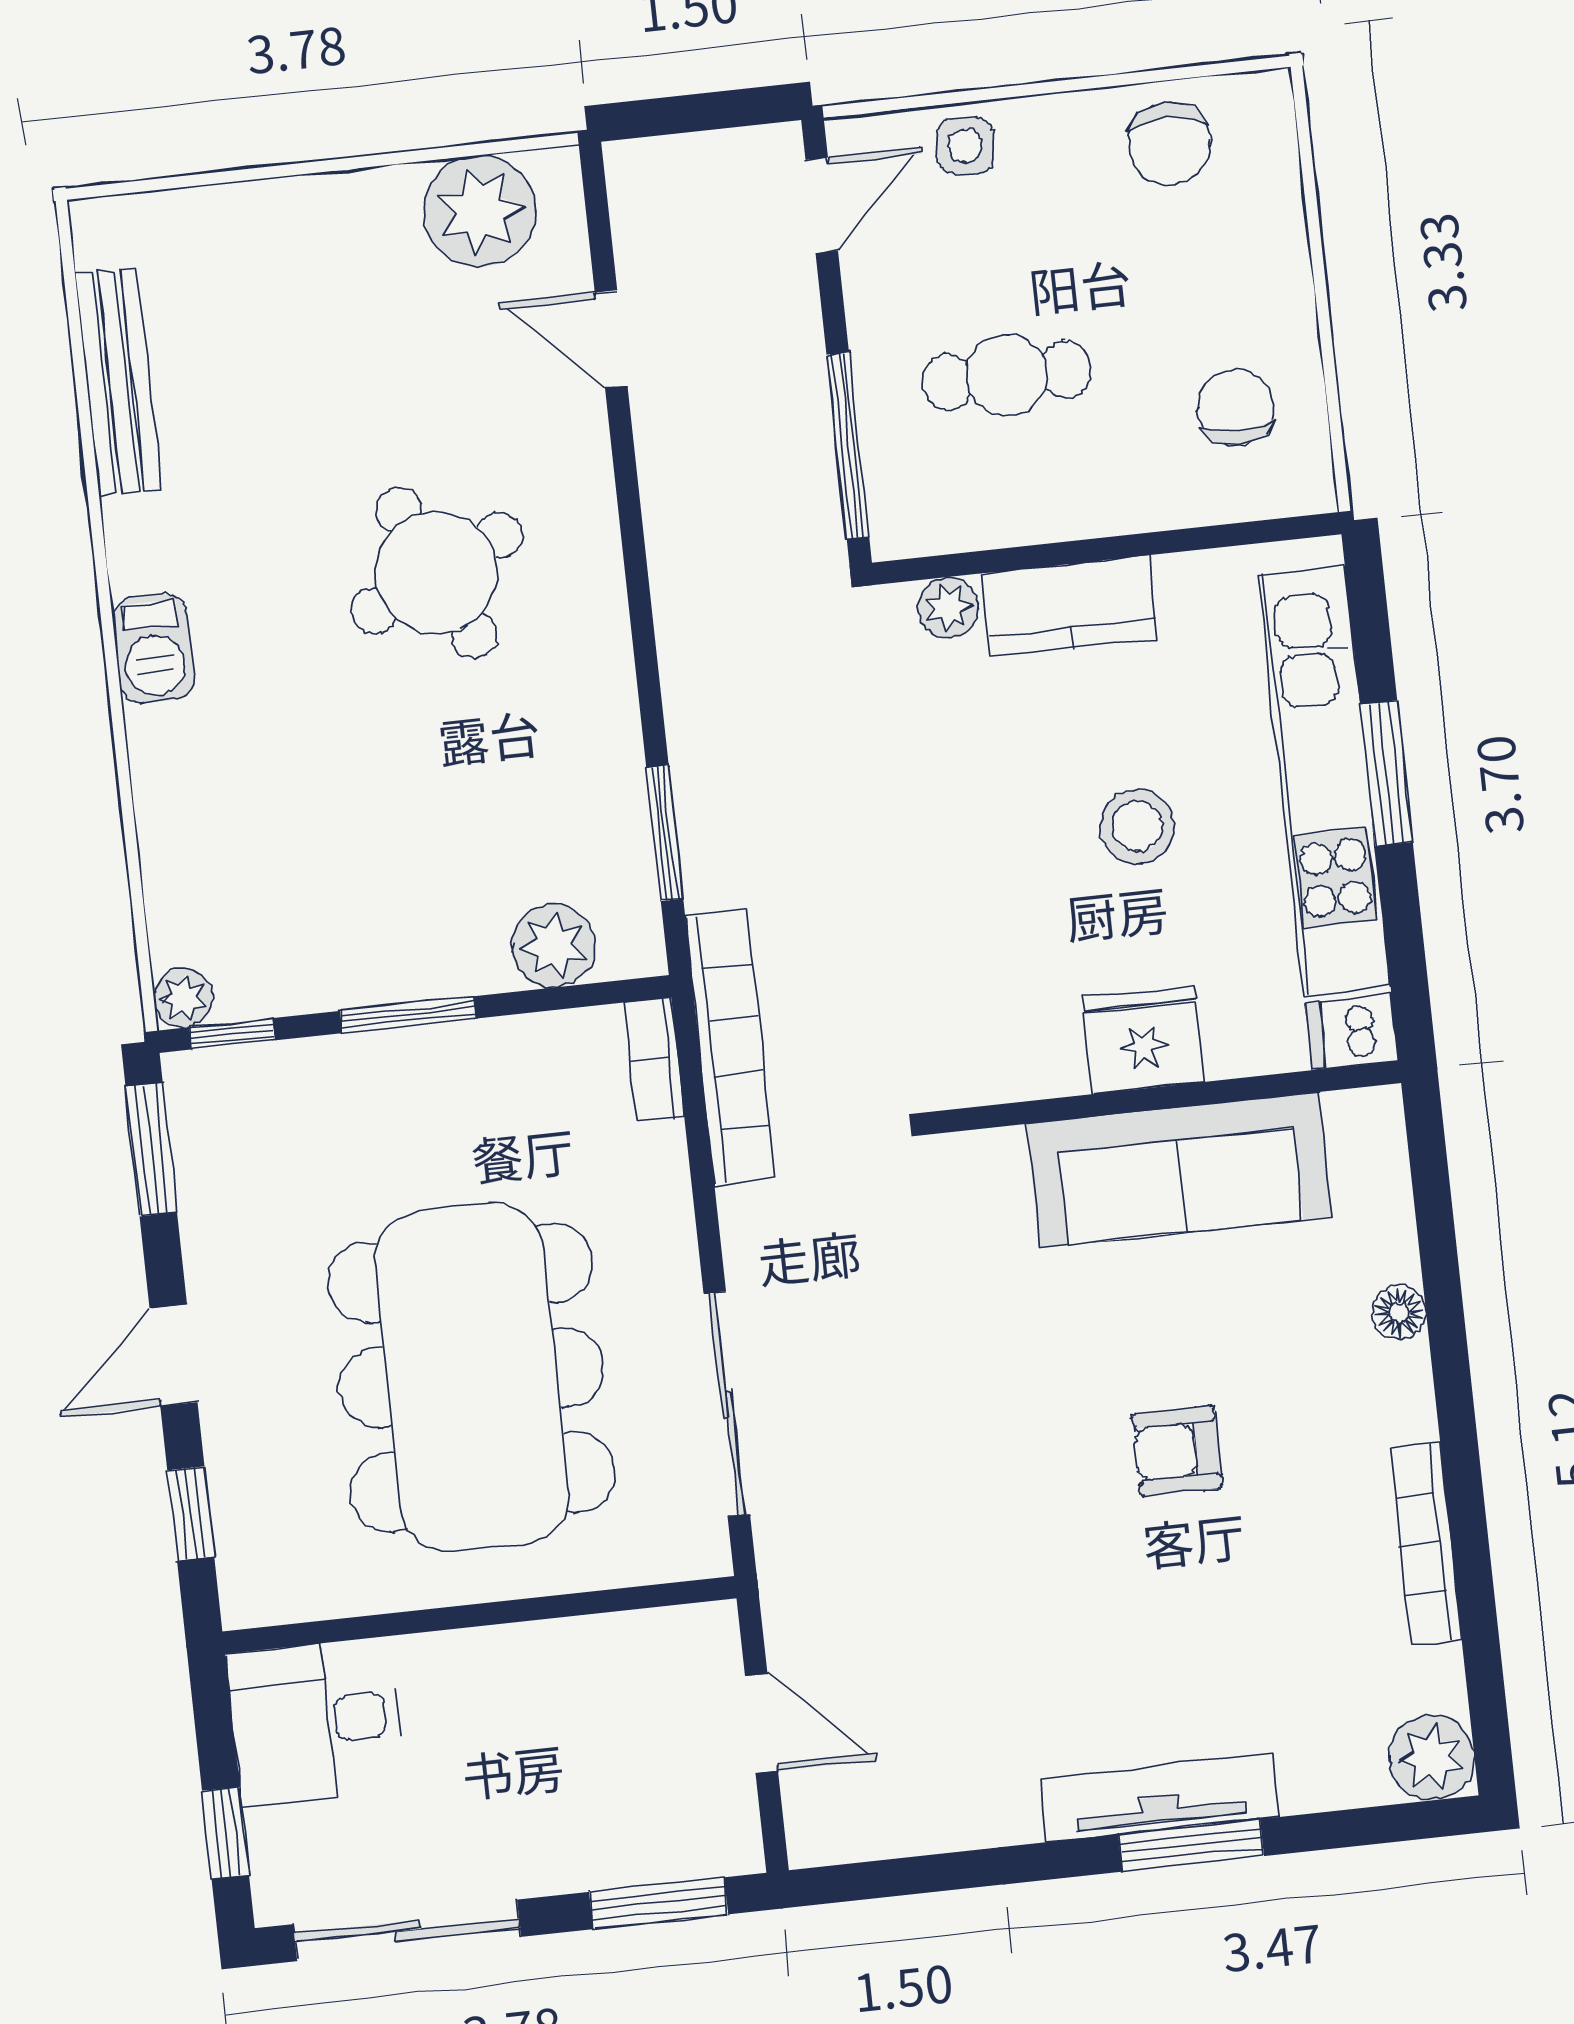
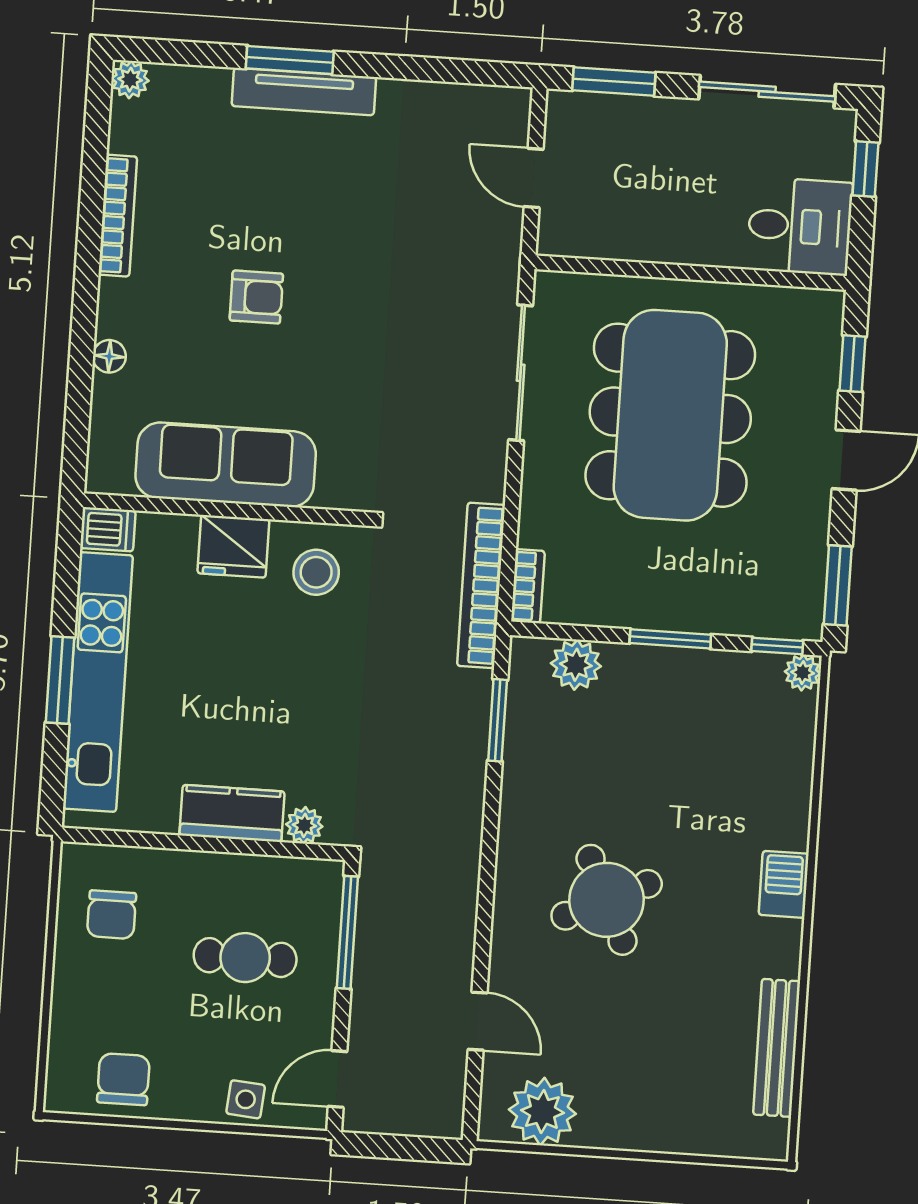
stool: (1137, 826) -> (316, 572), moved
plant: (1432, 1758) -> (130, 80), width x0.73, depth x0.73

